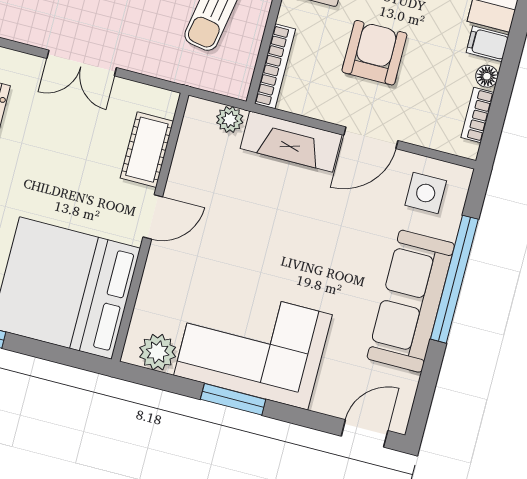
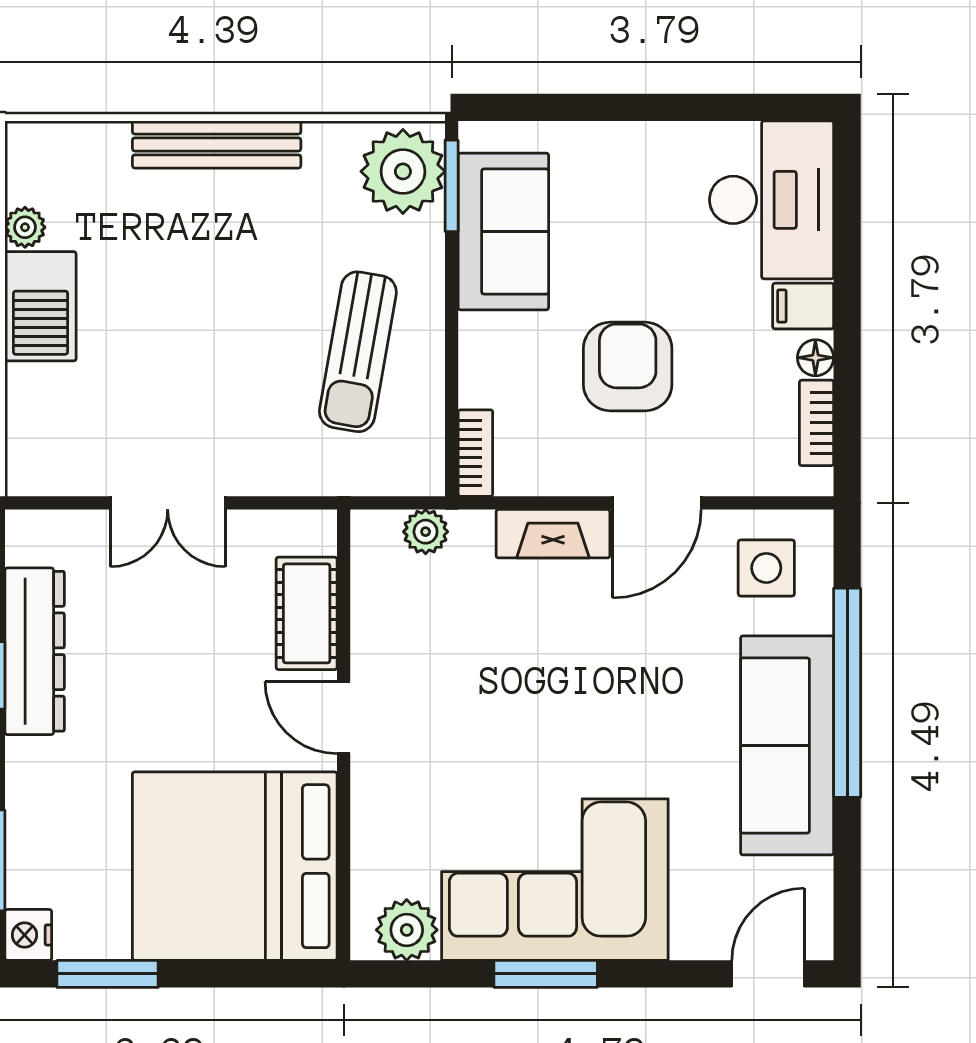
bookcase: (275, 66) -> (475, 453), width x0.64
fireplace: (291, 142) -> (553, 534), width x0.73, depth x0.76
door: (153, 217) -> (344, 718), swing flipped

